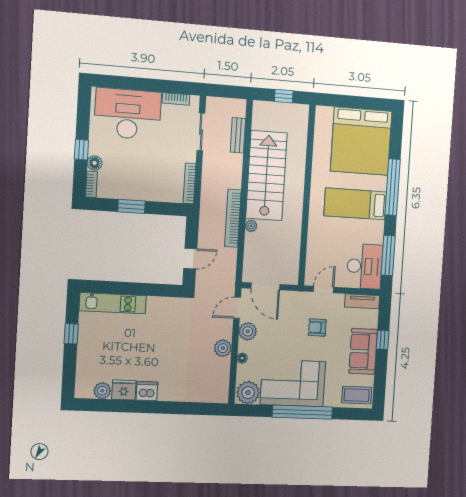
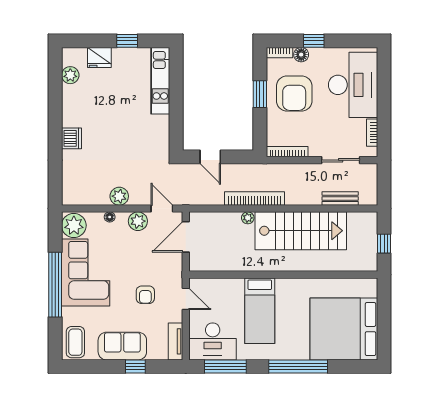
armchair: (133, 173) -> (294, 94), added
bed: (355, 204) -> (260, 311), moved, turned 180
armchair: (317, 328) -> (145, 295), turned 180
fridge: (124, 390) -> (99, 57), moved, turned 90
dishwasher: (147, 391) -> (71, 138), moved

